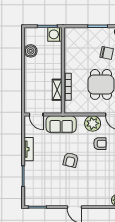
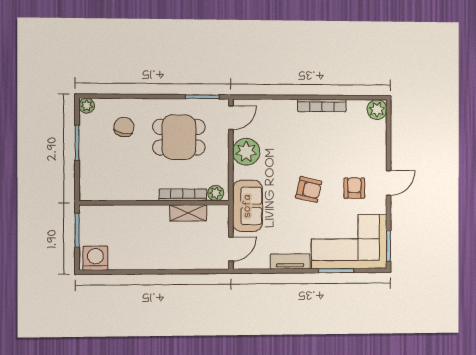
washing machine: (55, 34) -> (95, 258), moved, turned 180
boiler: (31, 51) -> (120, 259), removed
plant: (69, 106) -> (216, 193), added
armchair: (100, 144) -> (354, 188), moved
corner sofa: (40, 184) -> (349, 242), added

